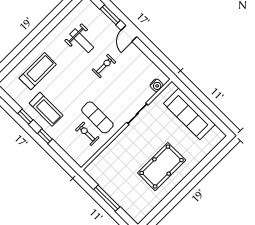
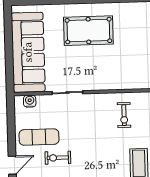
sofa: (189, 114) -> (28, 52), width x1.36, depth x1.27
exercise mat: (97, 117) -> (39, 137), moved, turned 90

